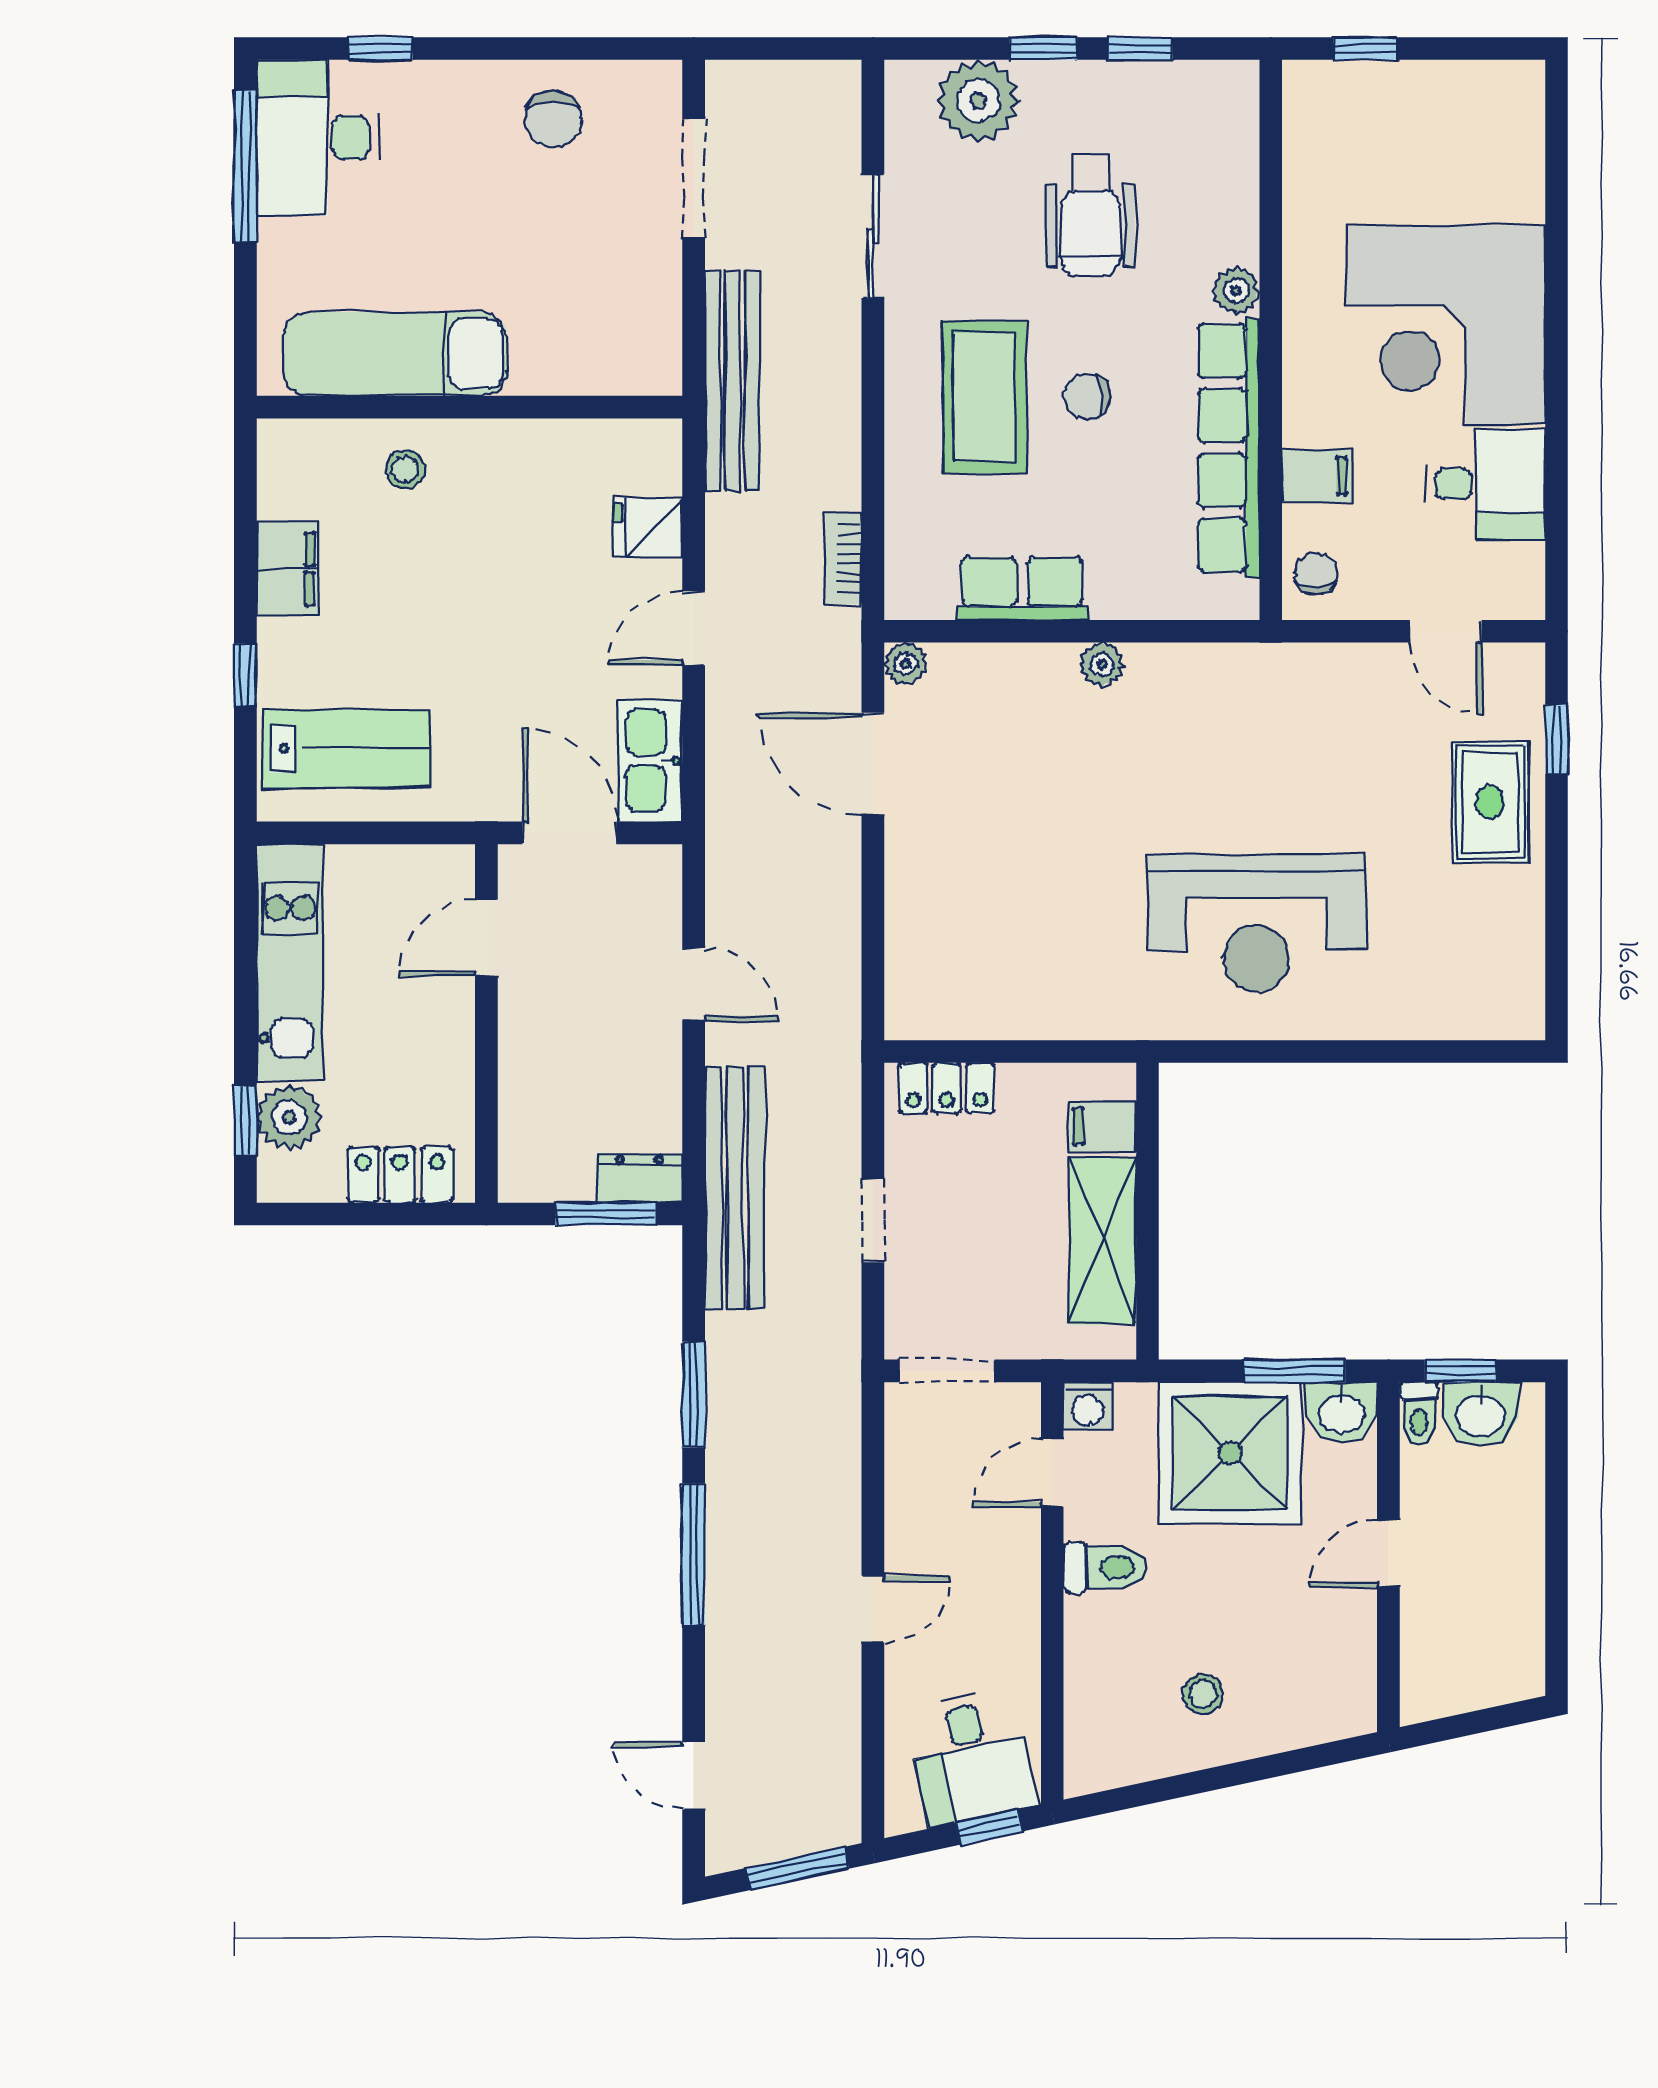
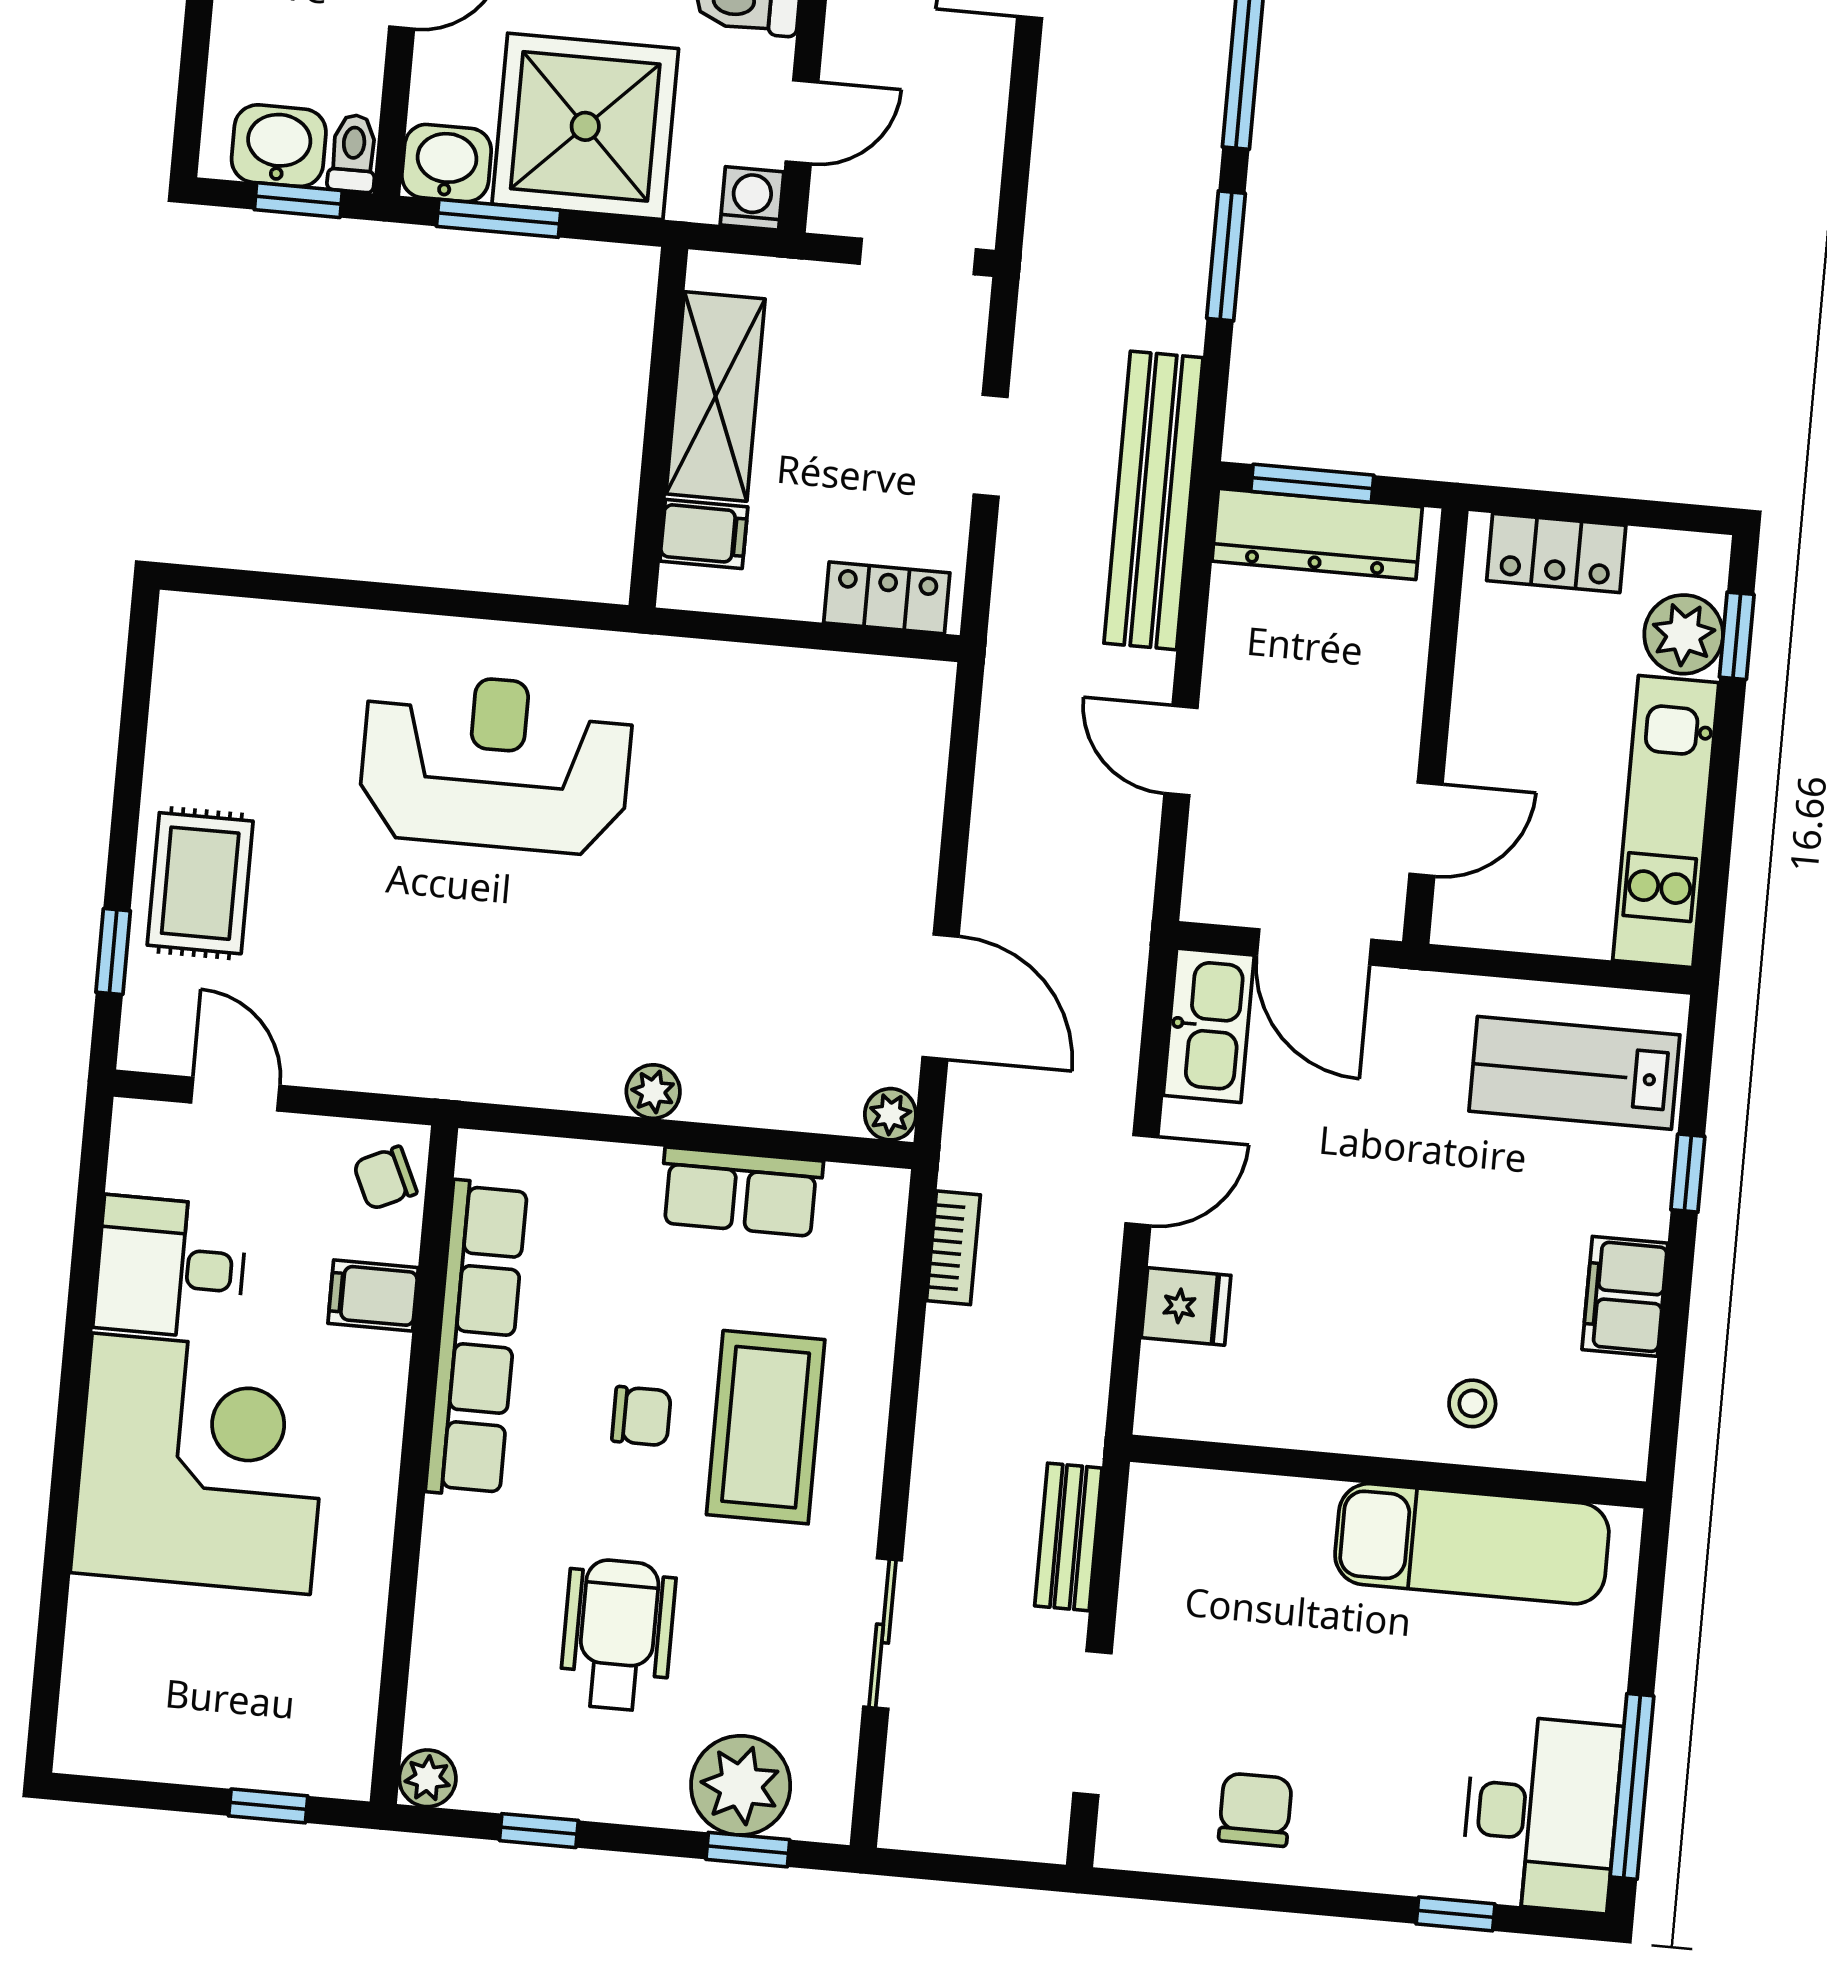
window: (1043, 48) -> (748, 1850), moved
plant: (1236, 291) -> (428, 1778), moved
bench: (732, 381) -> (1068, 1537), width x0.54, depth x0.82
chair: (1316, 573) -> (385, 1178), turned 65
dresser: (639, 1179) -> (1317, 534), width x1.96, depth x1.24

